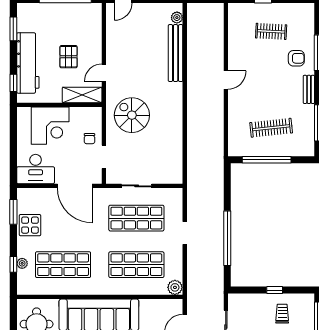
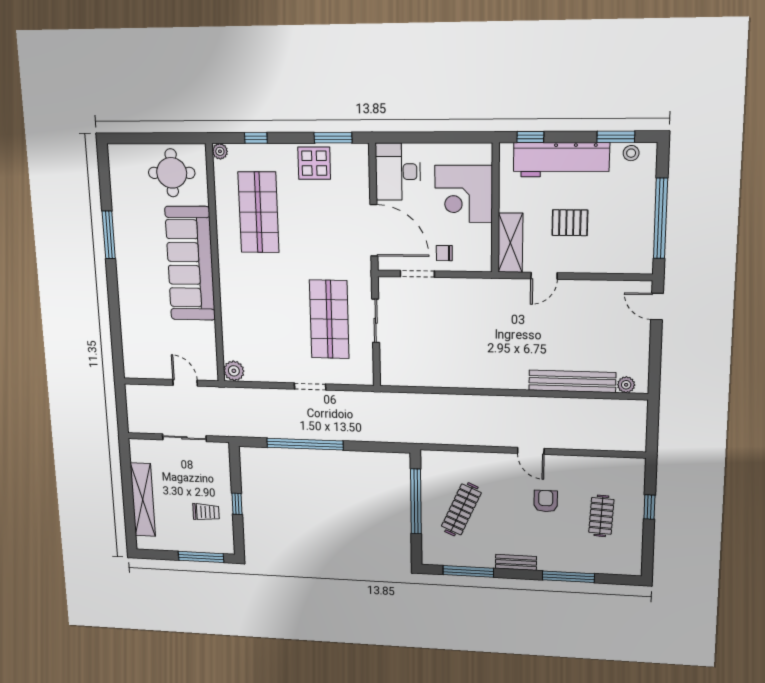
stool: (24, 19) -> (631, 153), added
armchair: (296, 58) -> (546, 501), moved, turned 180
door: (104, 73) -> (544, 276), swing flipped
spiral stairs: (132, 115) -> (480, 316), removed
clothes rail: (271, 128) -> (461, 510), turned 30
door: (75, 186) -> (374, 230), swing flipped
plant: (22, 263) -> (220, 151), moved
shop shelf: (136, 265) -> (263, 318), removed

